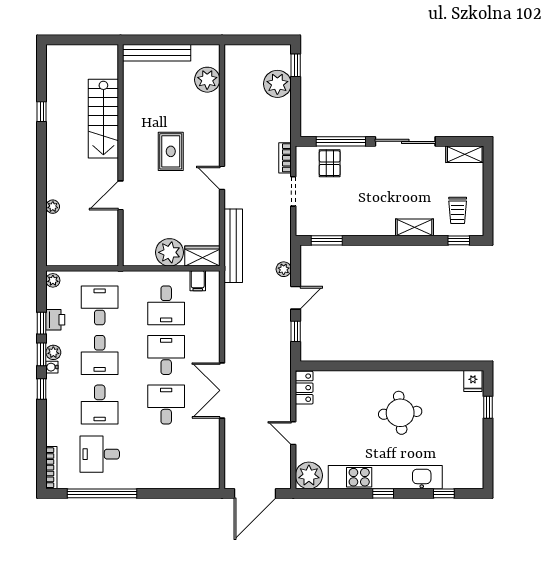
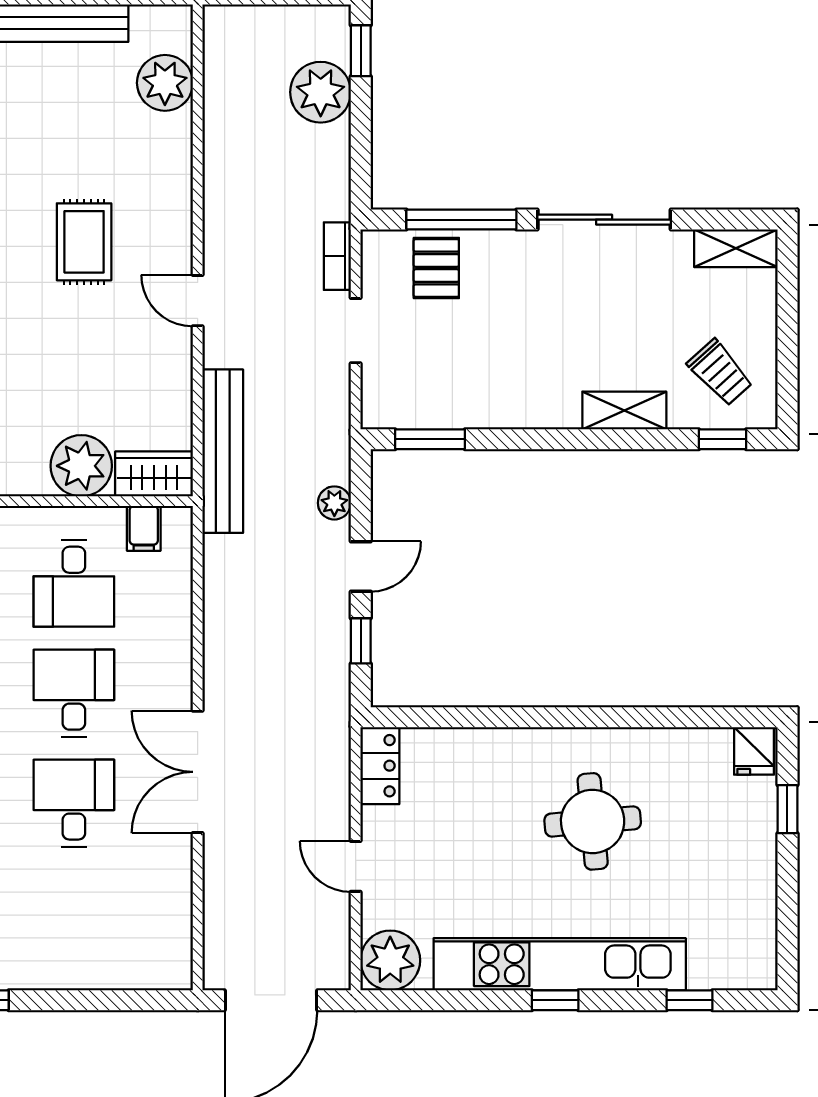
trolley: (458, 210) -> (720, 373), turned -42

